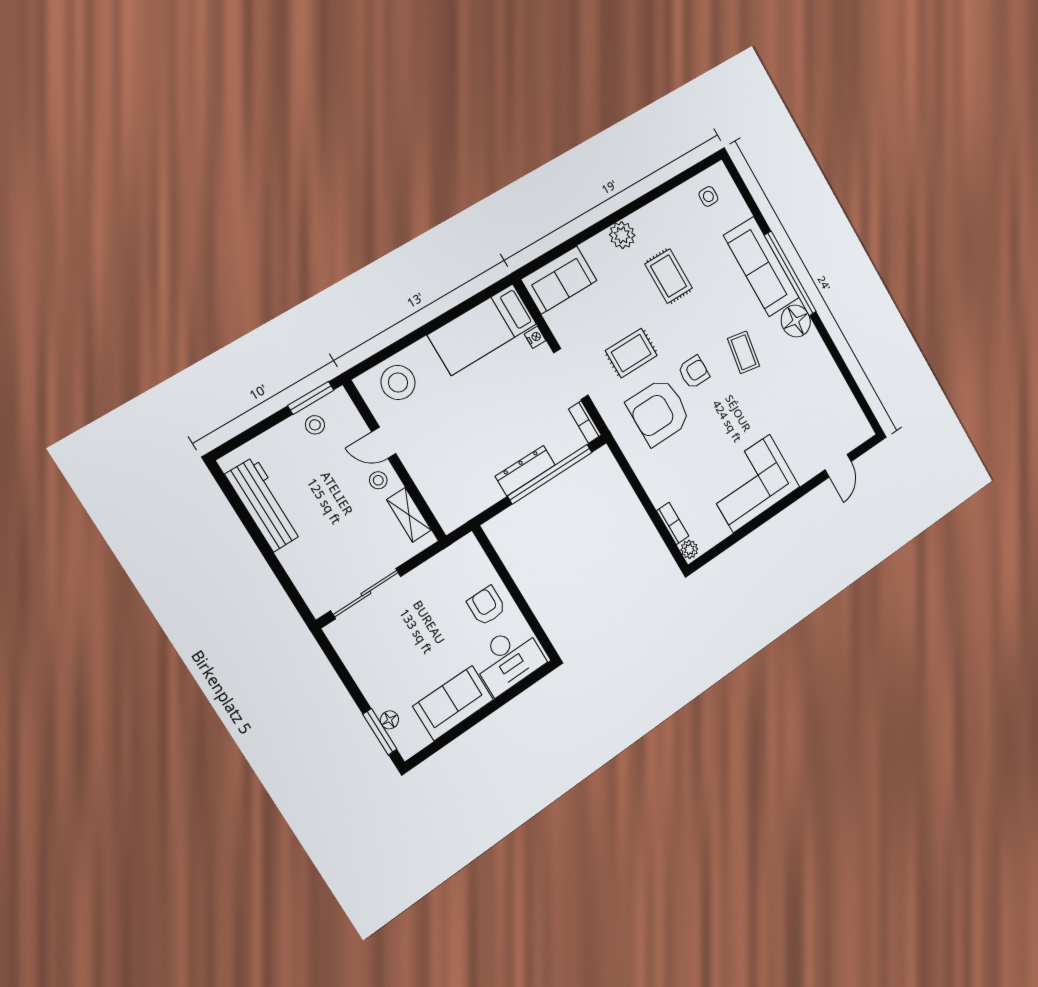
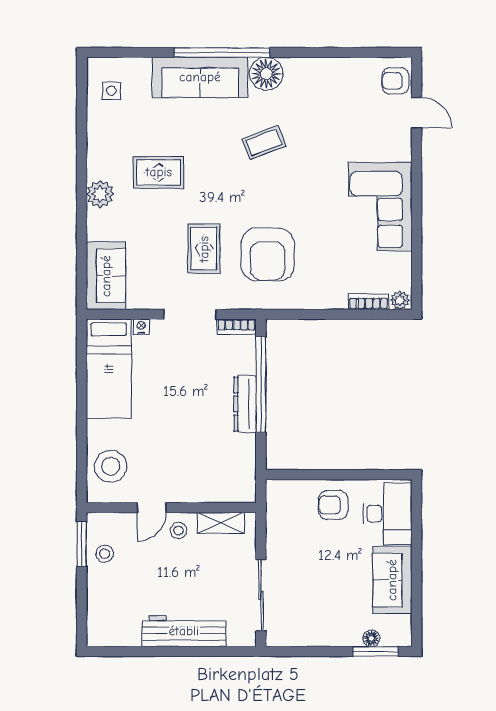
coffee table: (744, 352) -> (264, 142), turned -31
armchair: (694, 372) -> (395, 81), moved, turned -90
workbench: (264, 504) -> (184, 631), moved

